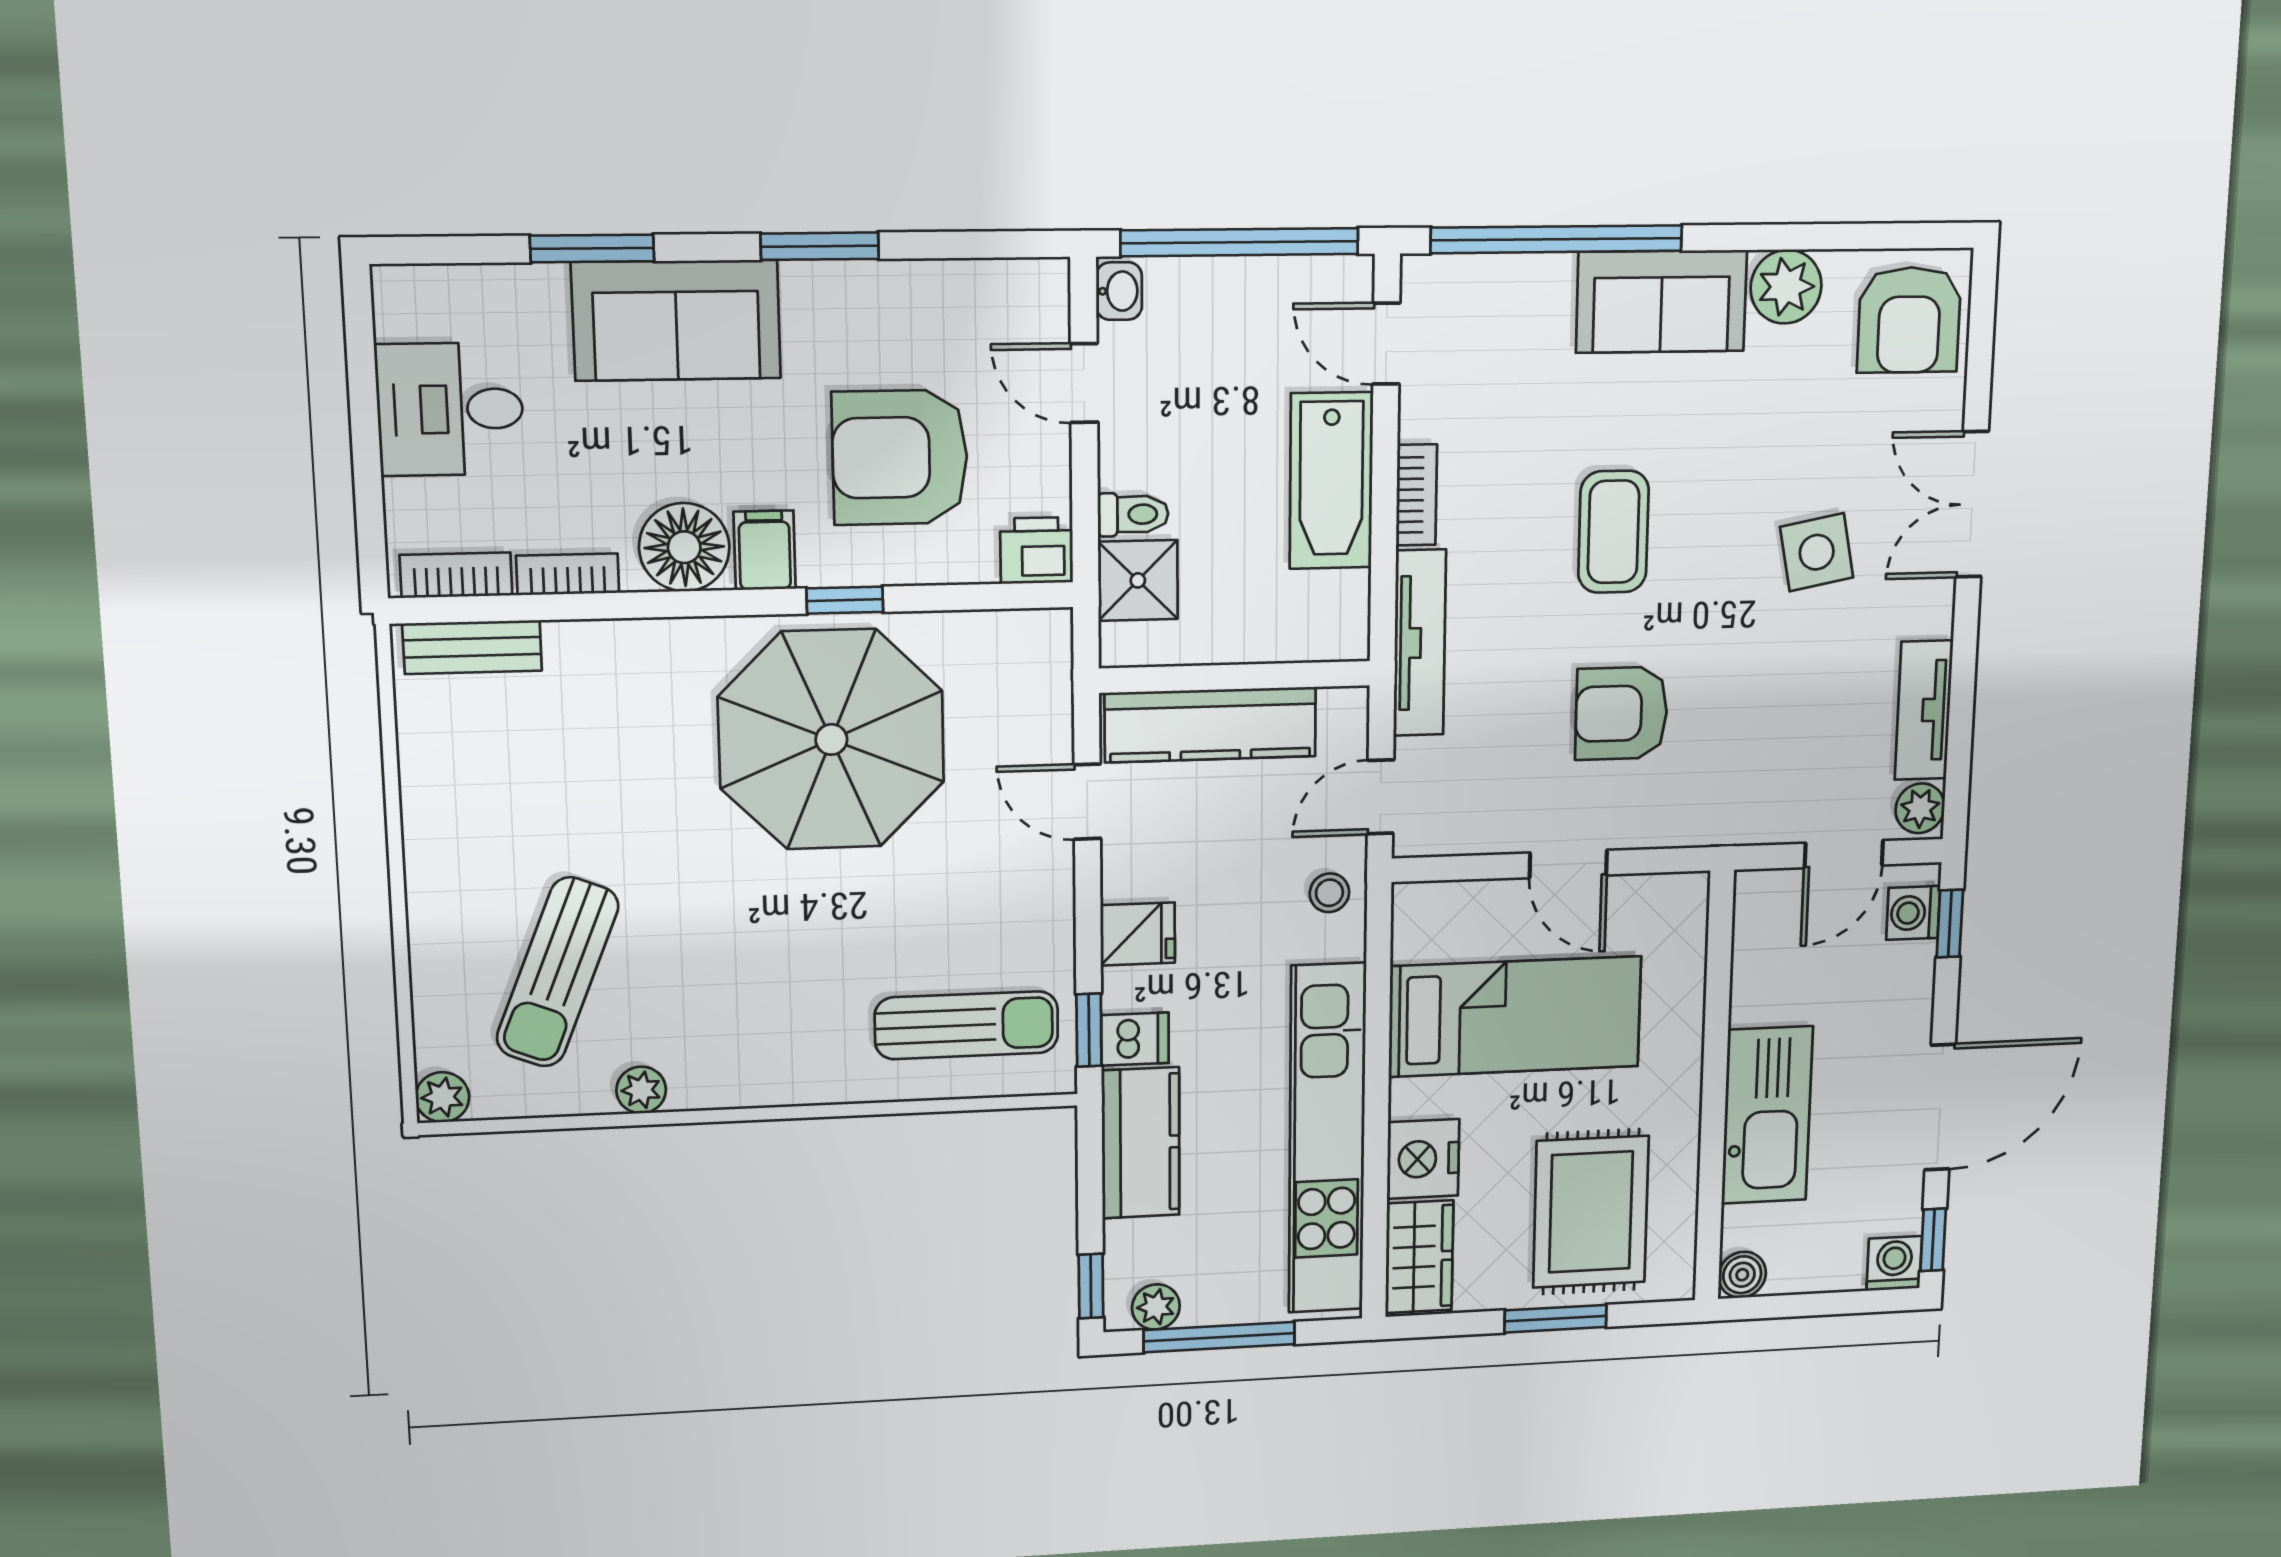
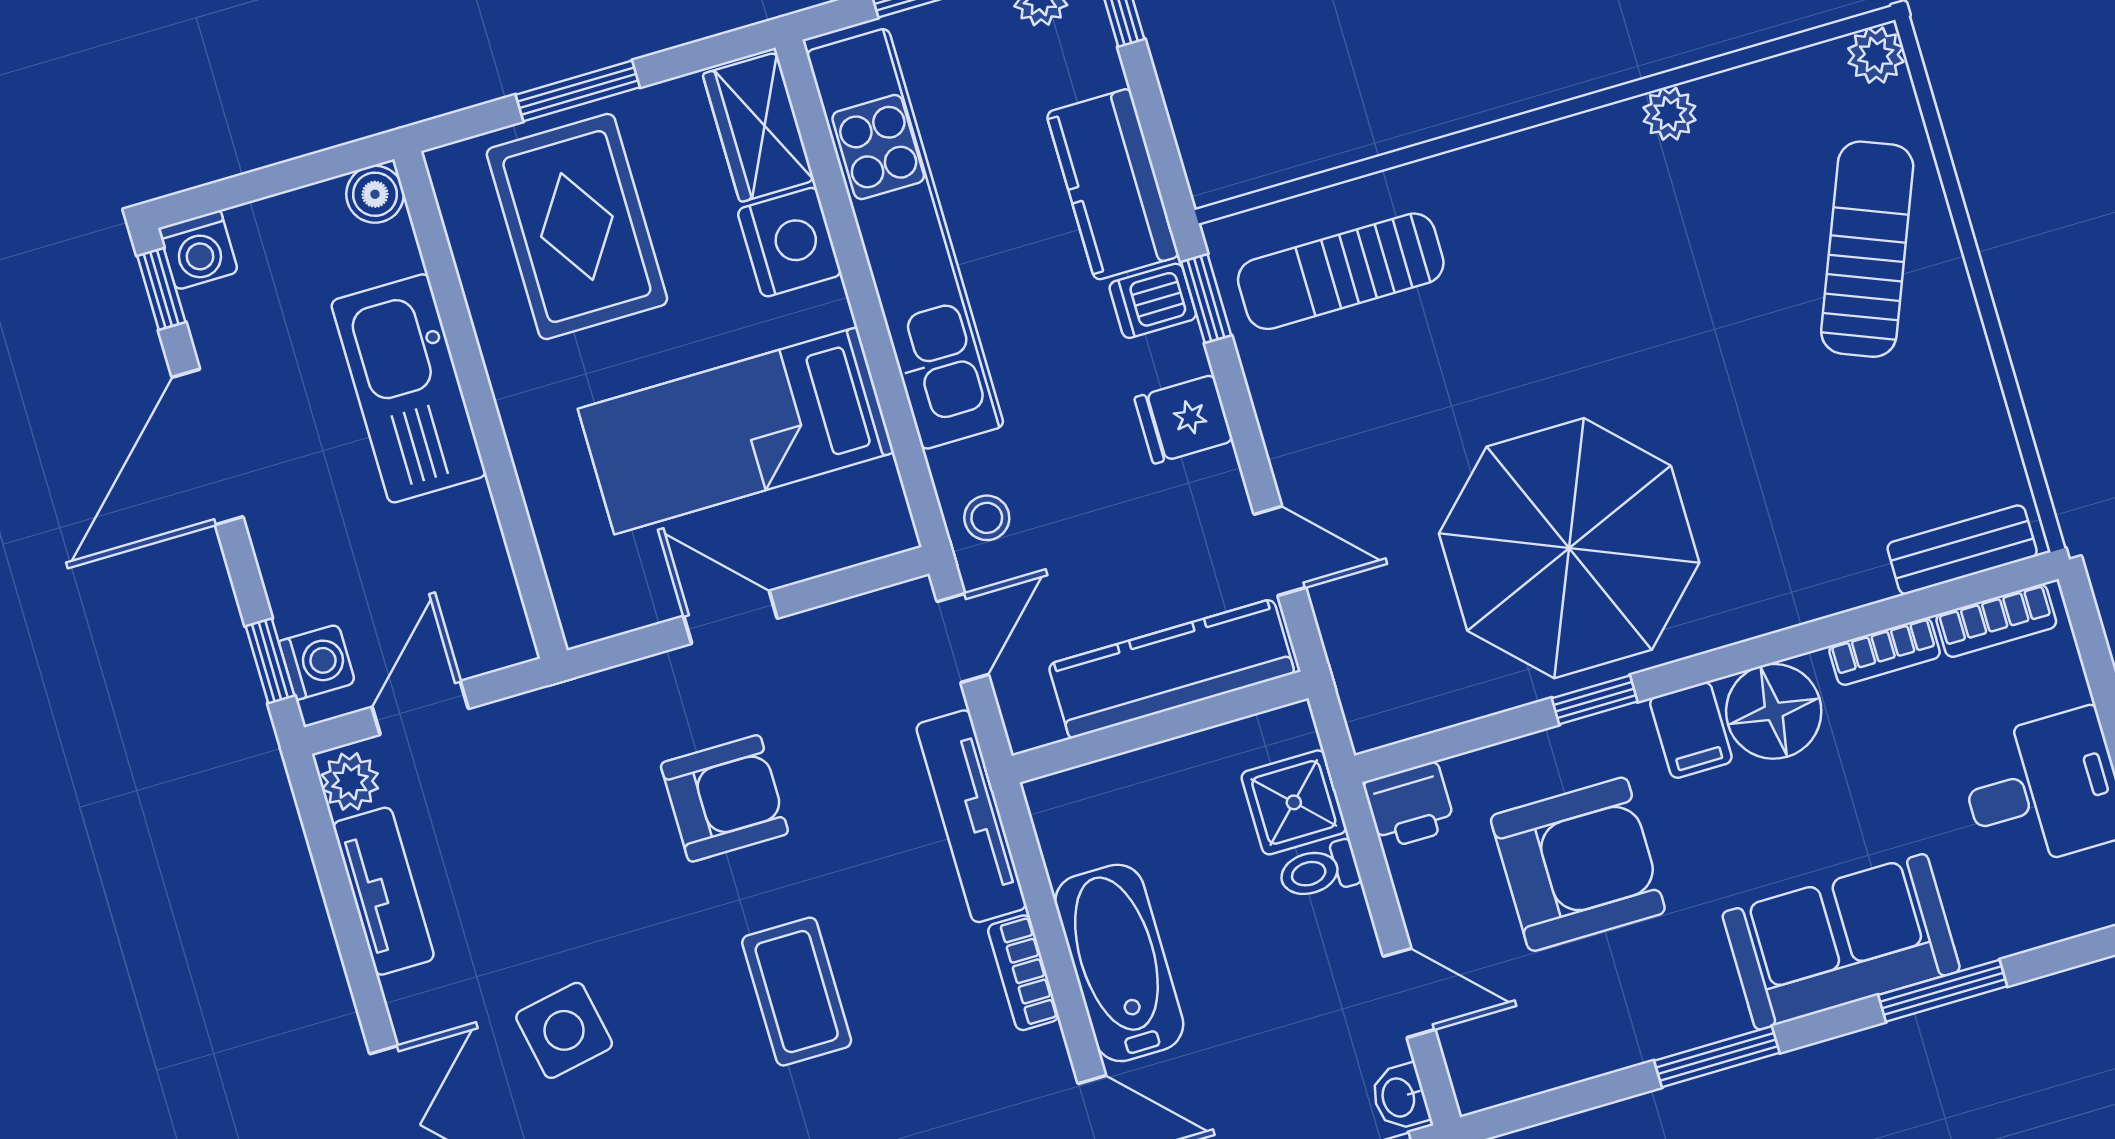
sun lounger: (558, 972) -> (1867, 249), moved

